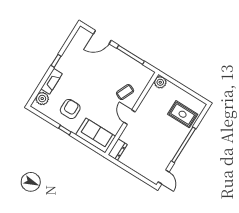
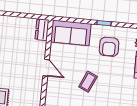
coffee table: (125, 92) -> (88, 82), moved

